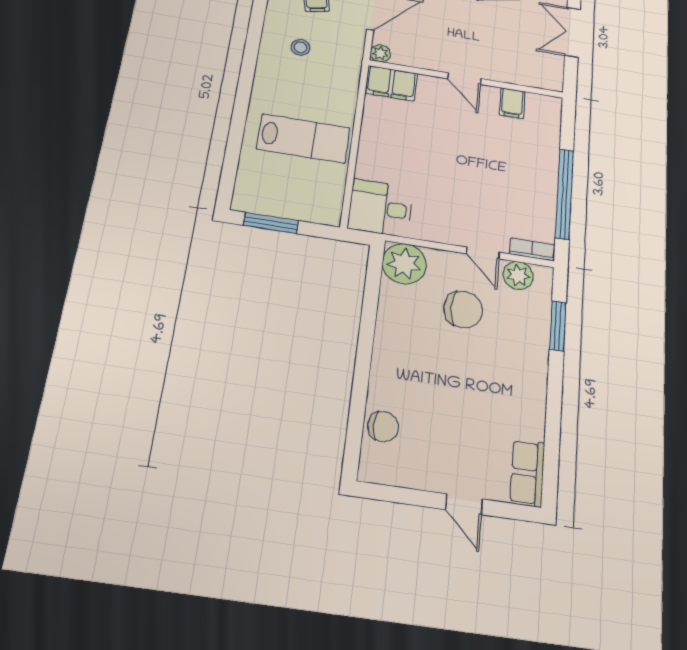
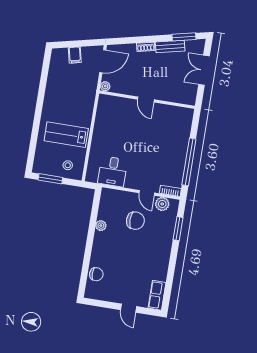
stool: (300, 47) -> (68, 165), moved
filing cabinet: (391, 83) -> (110, 103), removed
filing cabinet: (512, 103) -> (169, 113), removed
lab bench: (303, 139) -> (66, 135), turned 180
desk: (380, 208) -> (113, 171), moved, turned -90
plant: (404, 264) -> (101, 226), moved, width x0.53, depth x0.53

